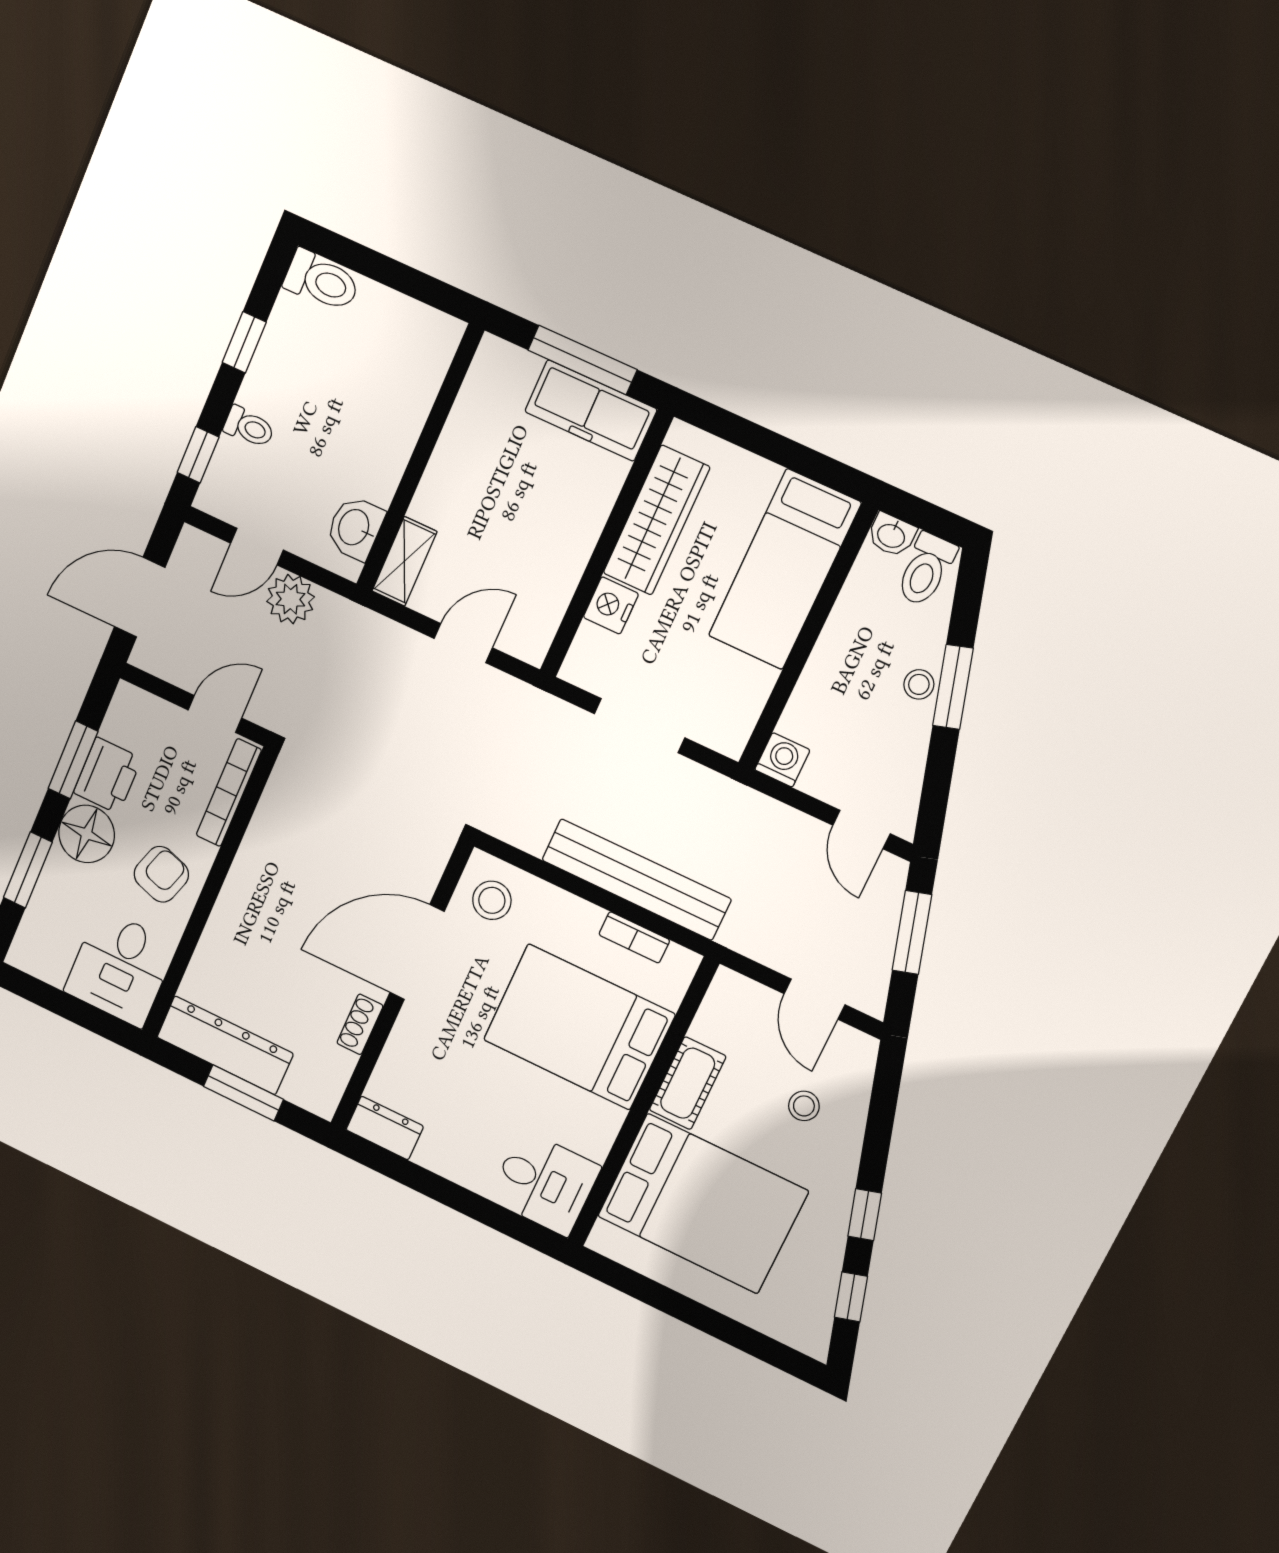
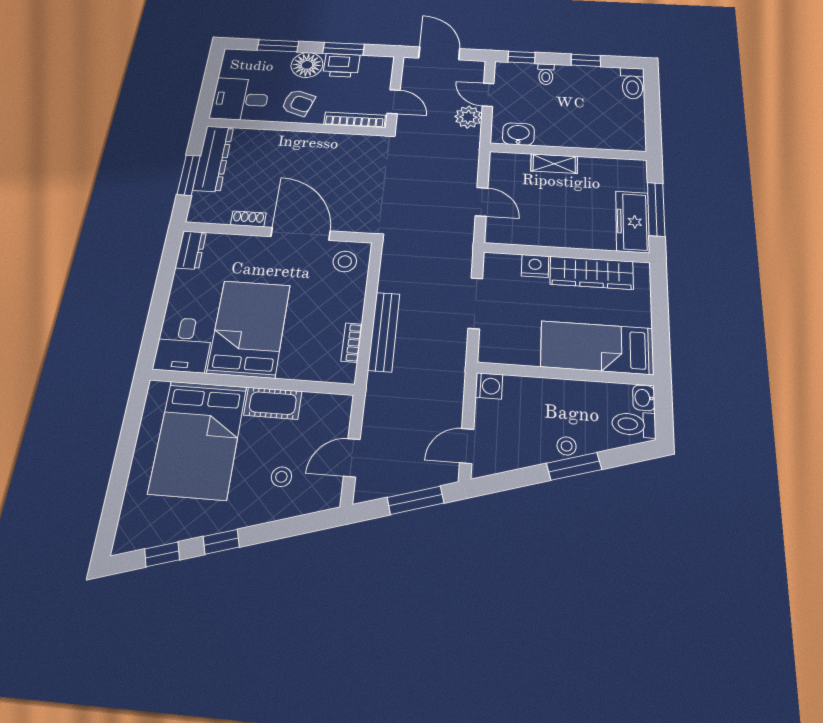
shelving: (404, 561) -> (554, 164), moved
bench: (636, 880) -> (384, 332), width x0.73, depth x0.82
bed: (579, 1027) -> (249, 329), moved

